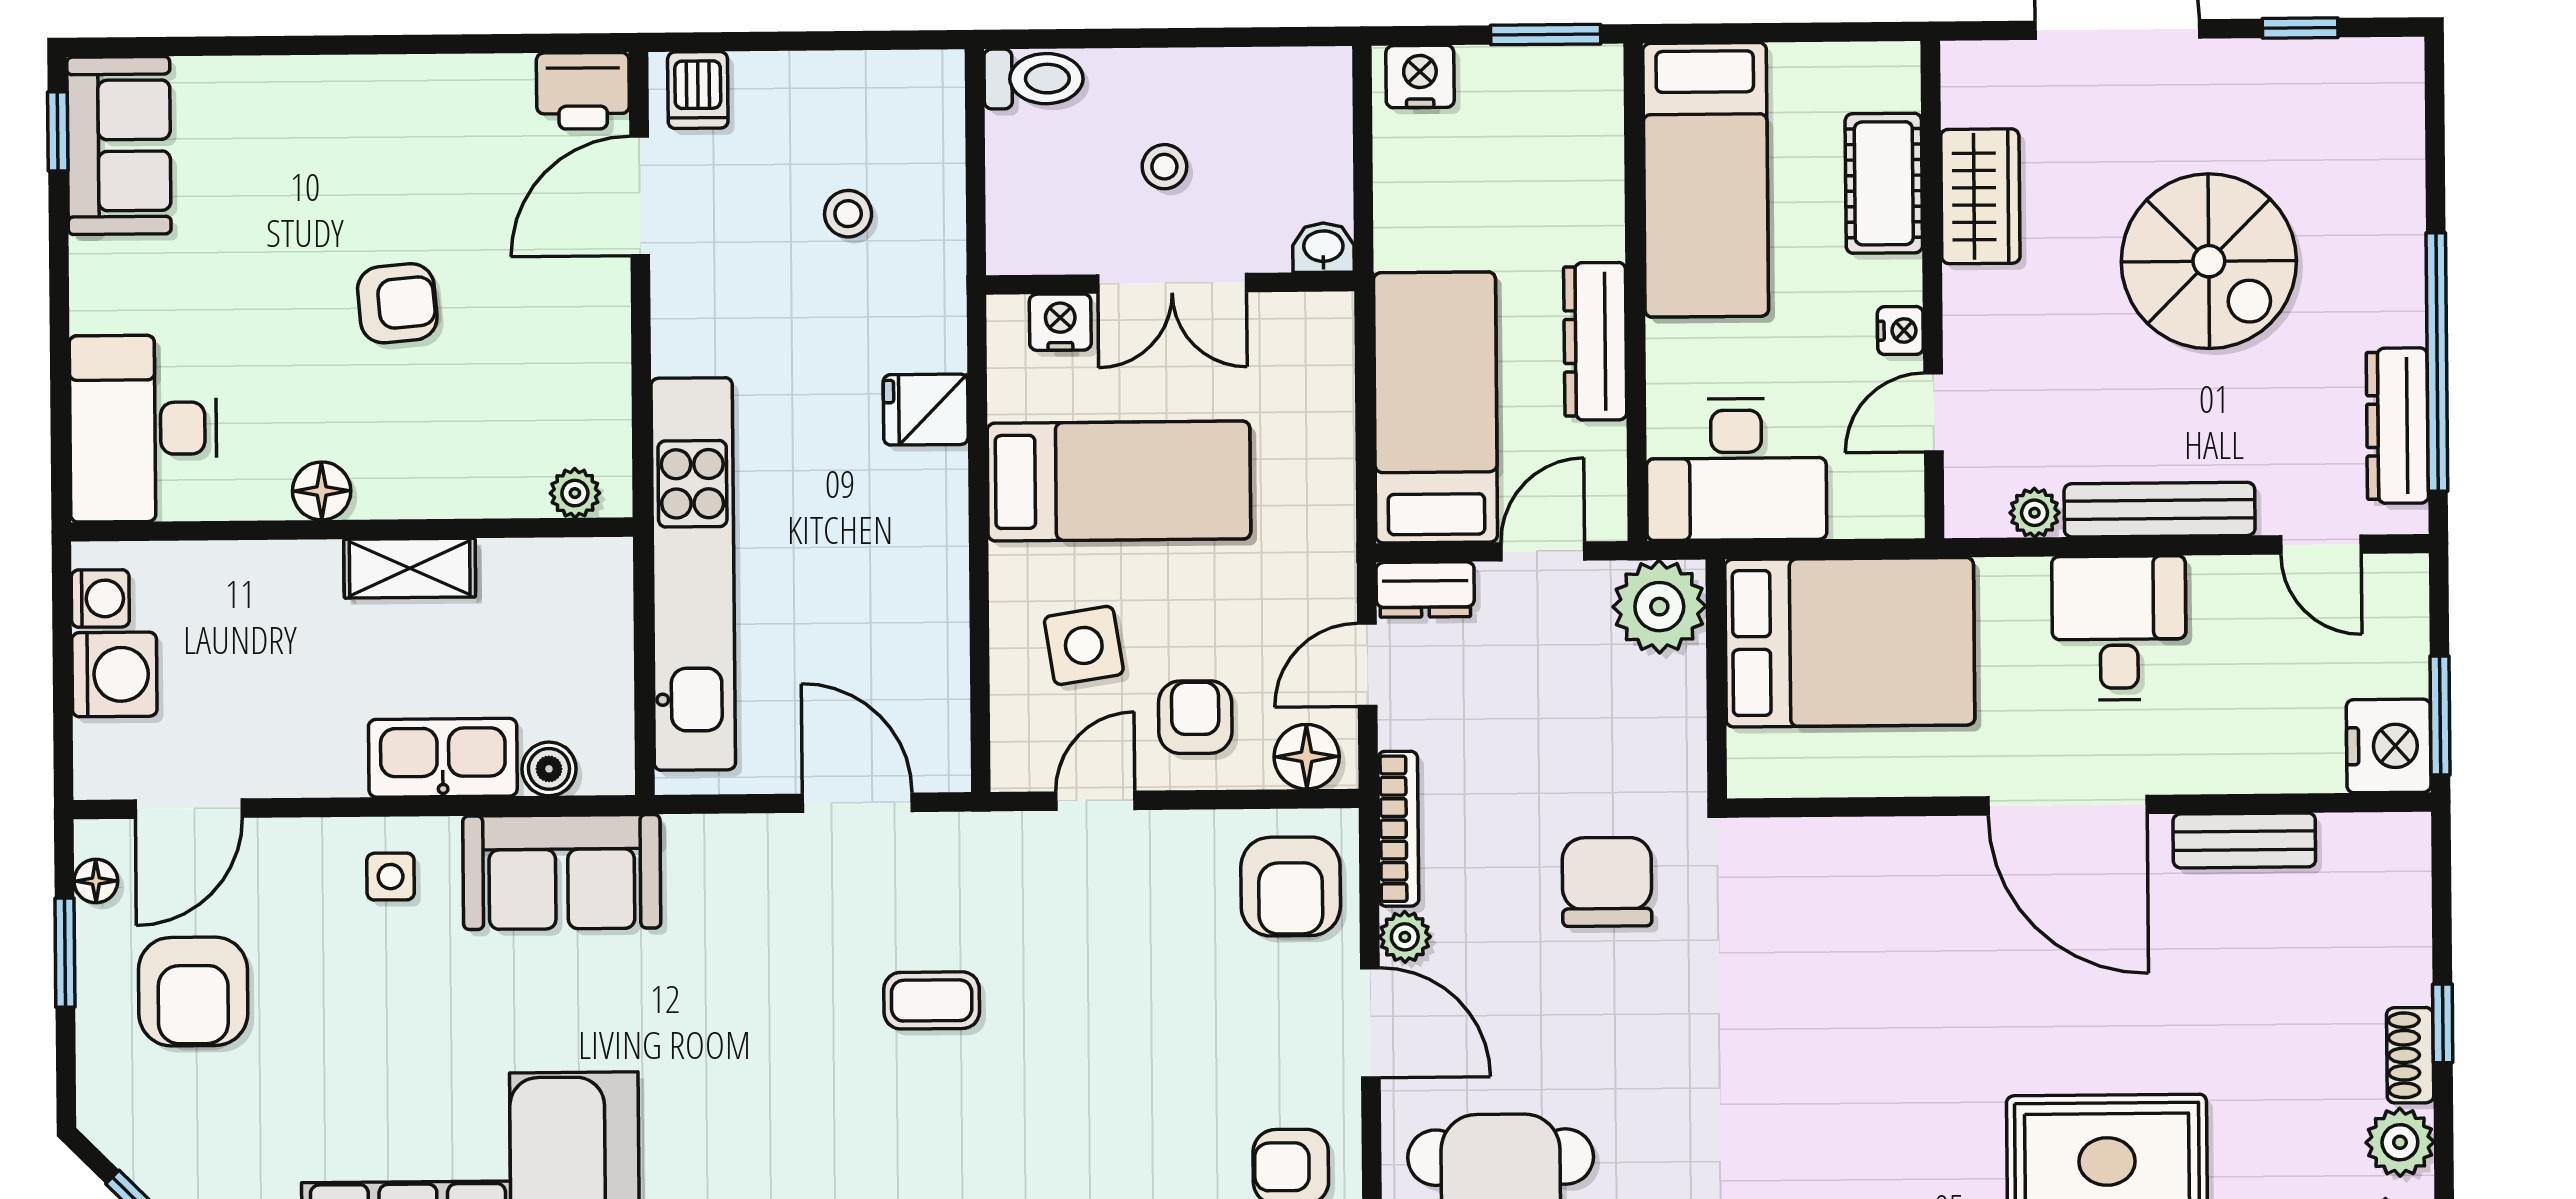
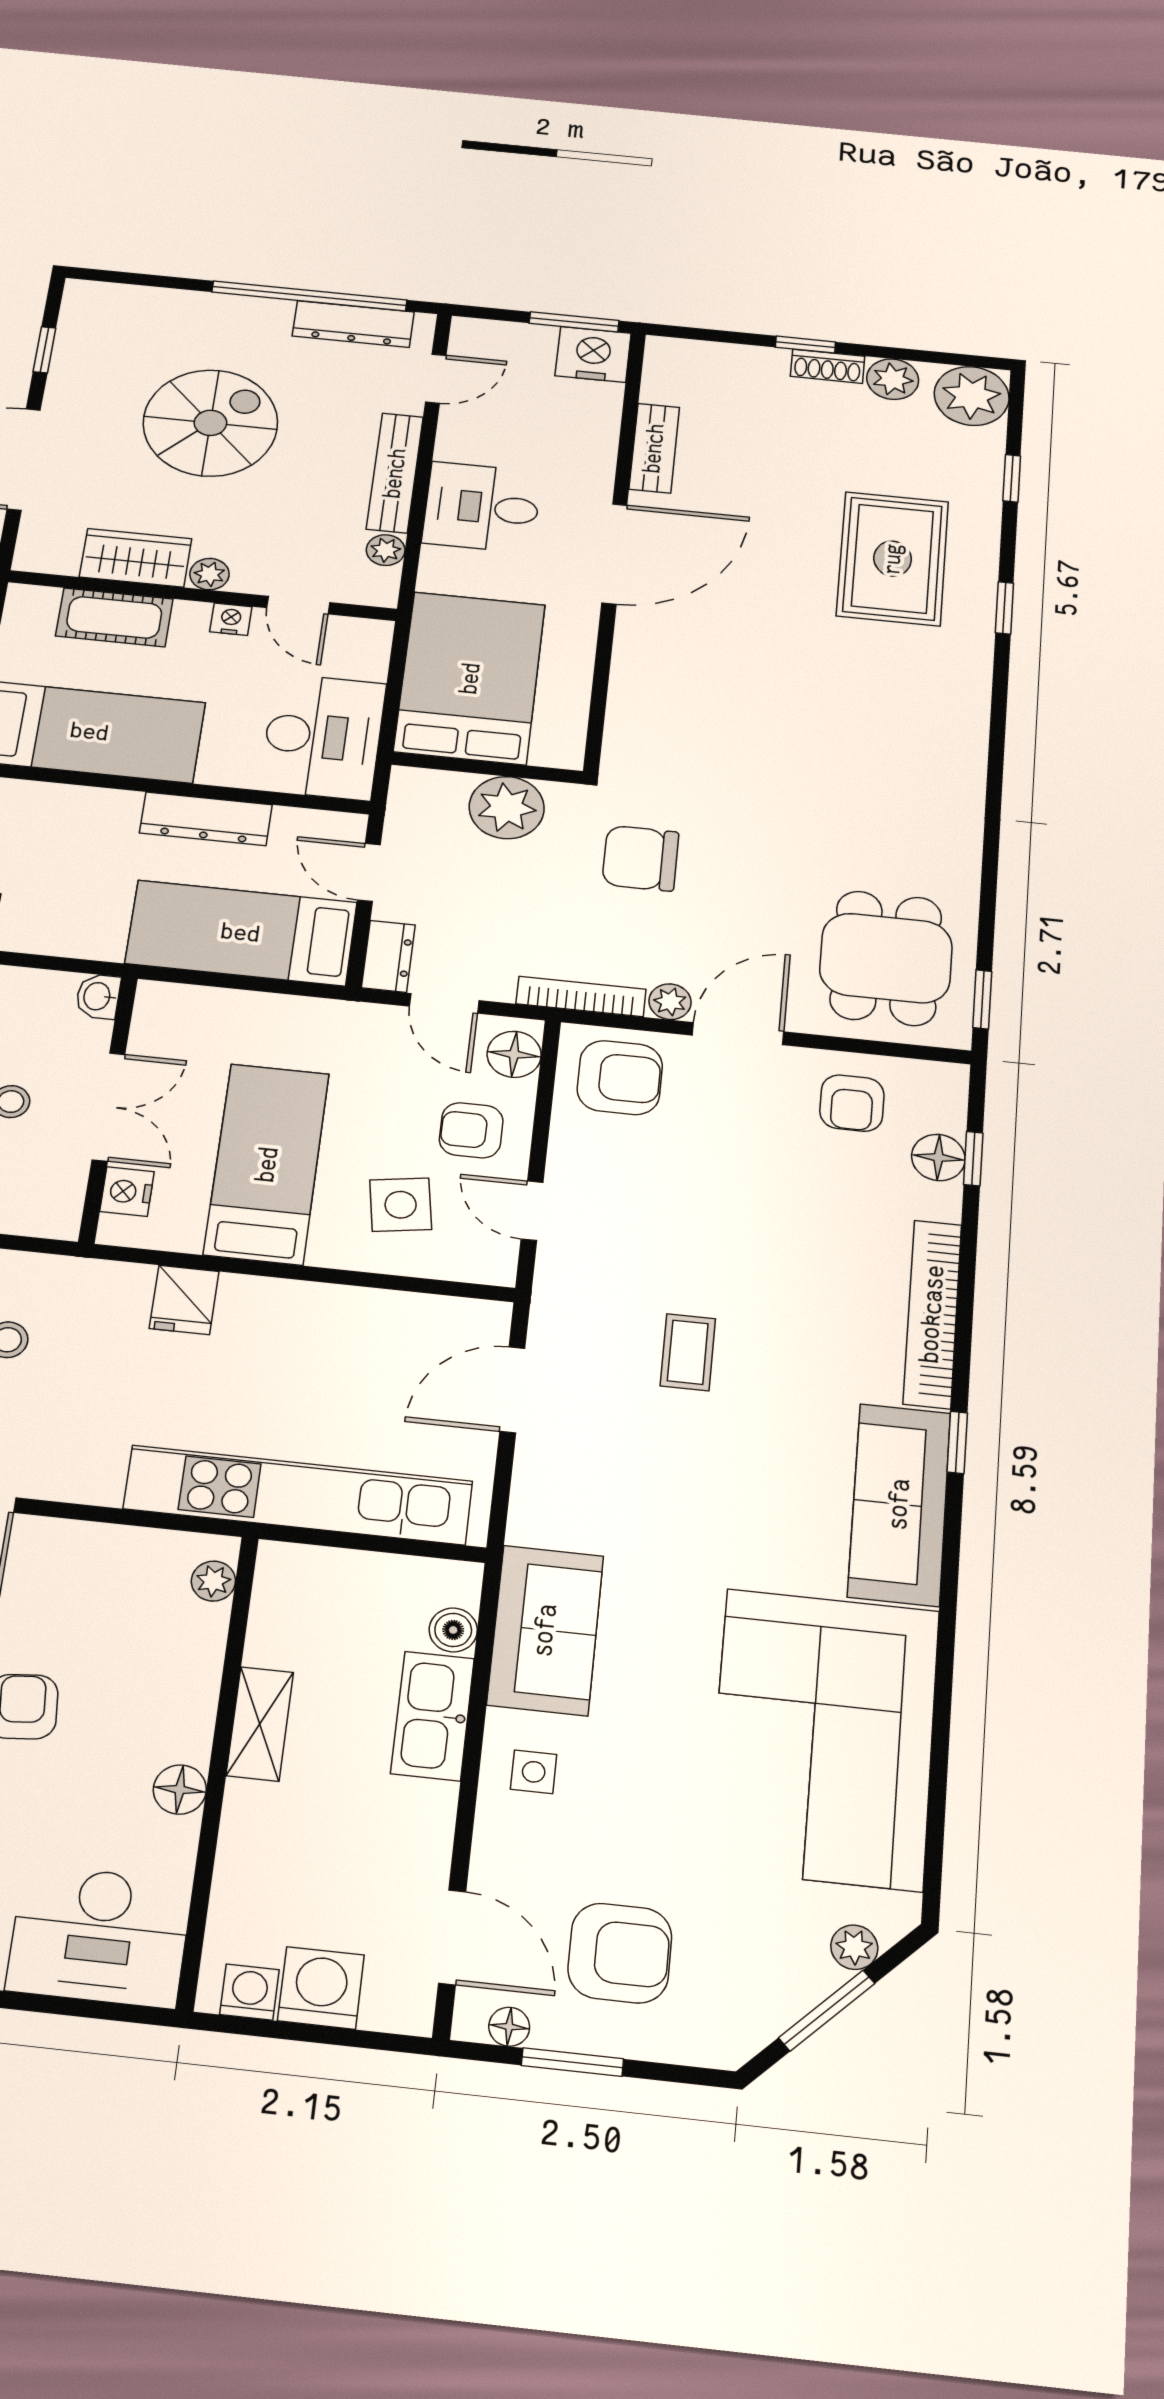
plant: (1967, 294) -> (209, 574), added
plant: (1659, 607) -> (507, 808), moved

